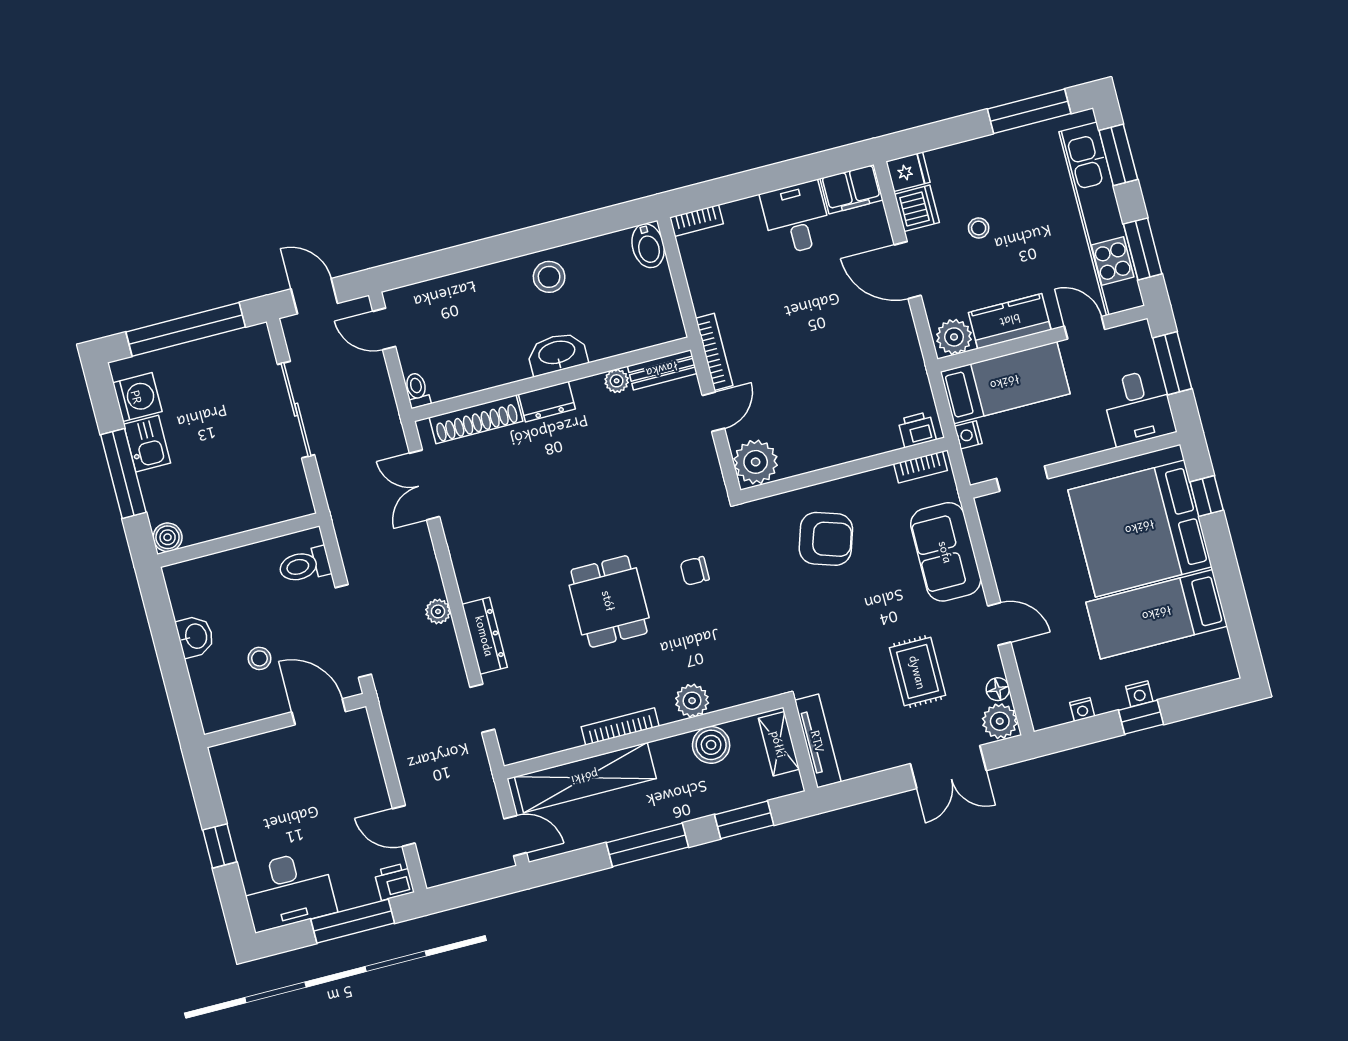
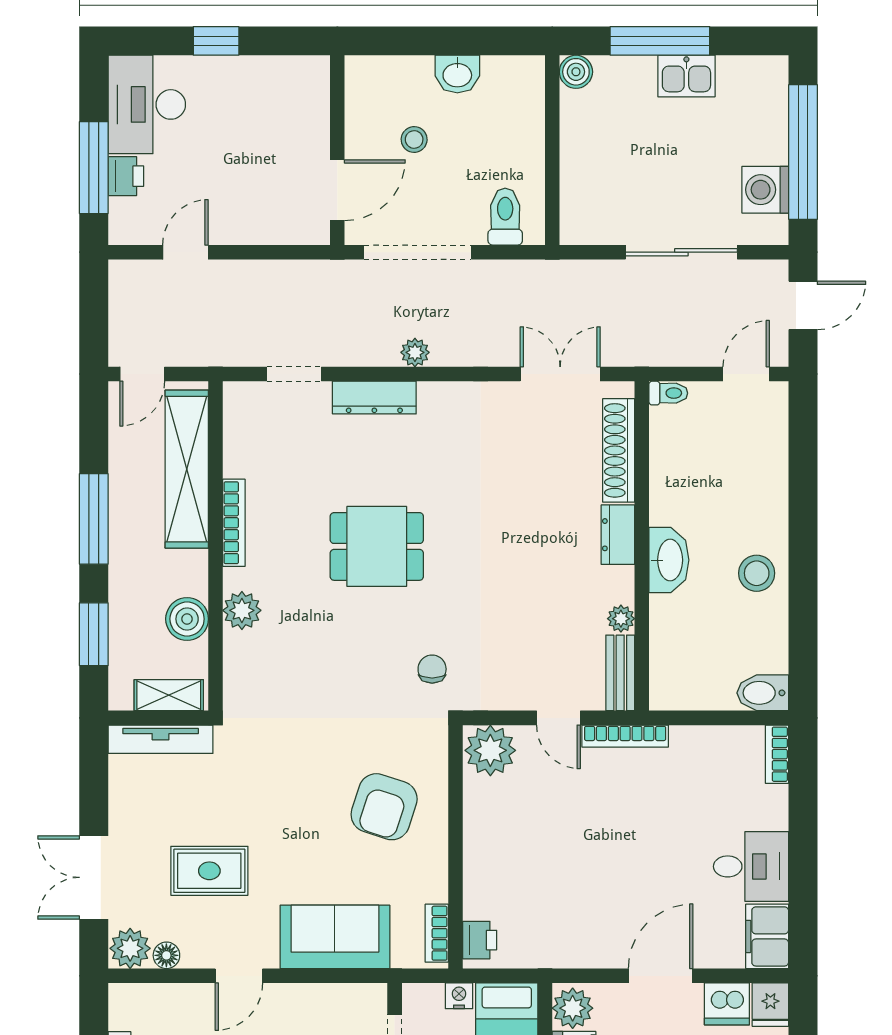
washing machine: (137, 397) -> (765, 190), moved, turned 90
chair: (695, 571) -> (432, 669), moved
printer: (394, 882) -> (126, 176), moved

